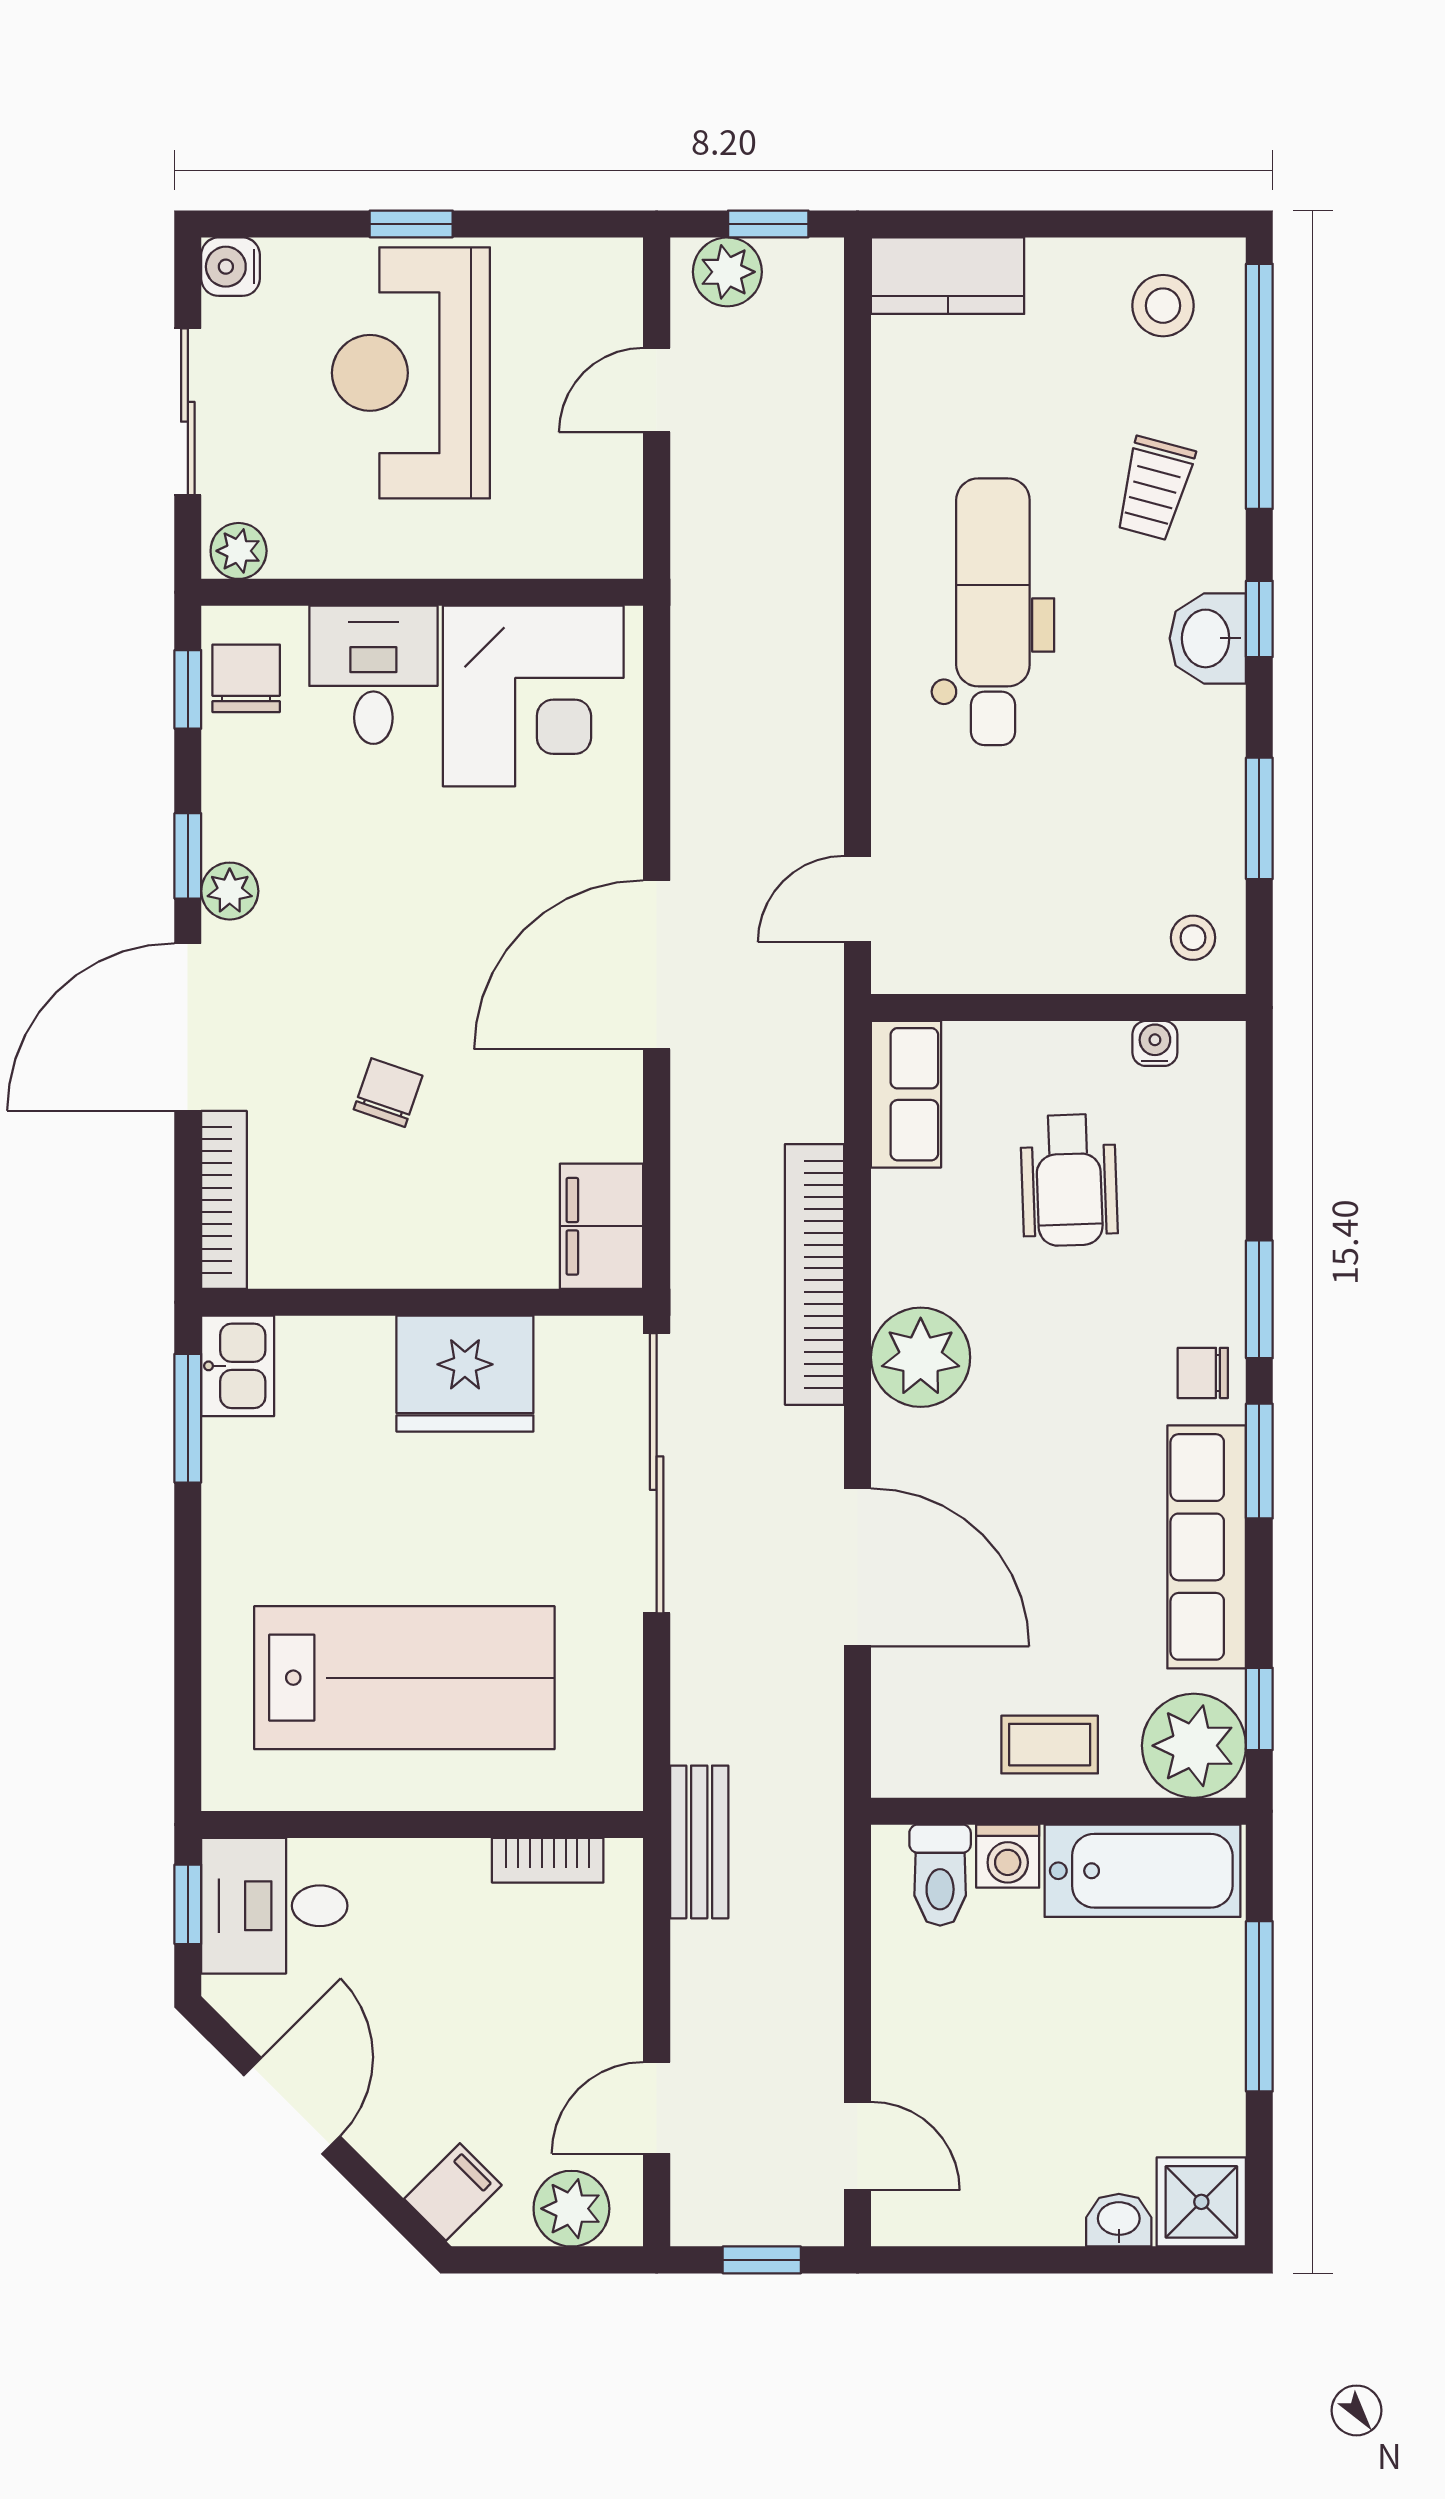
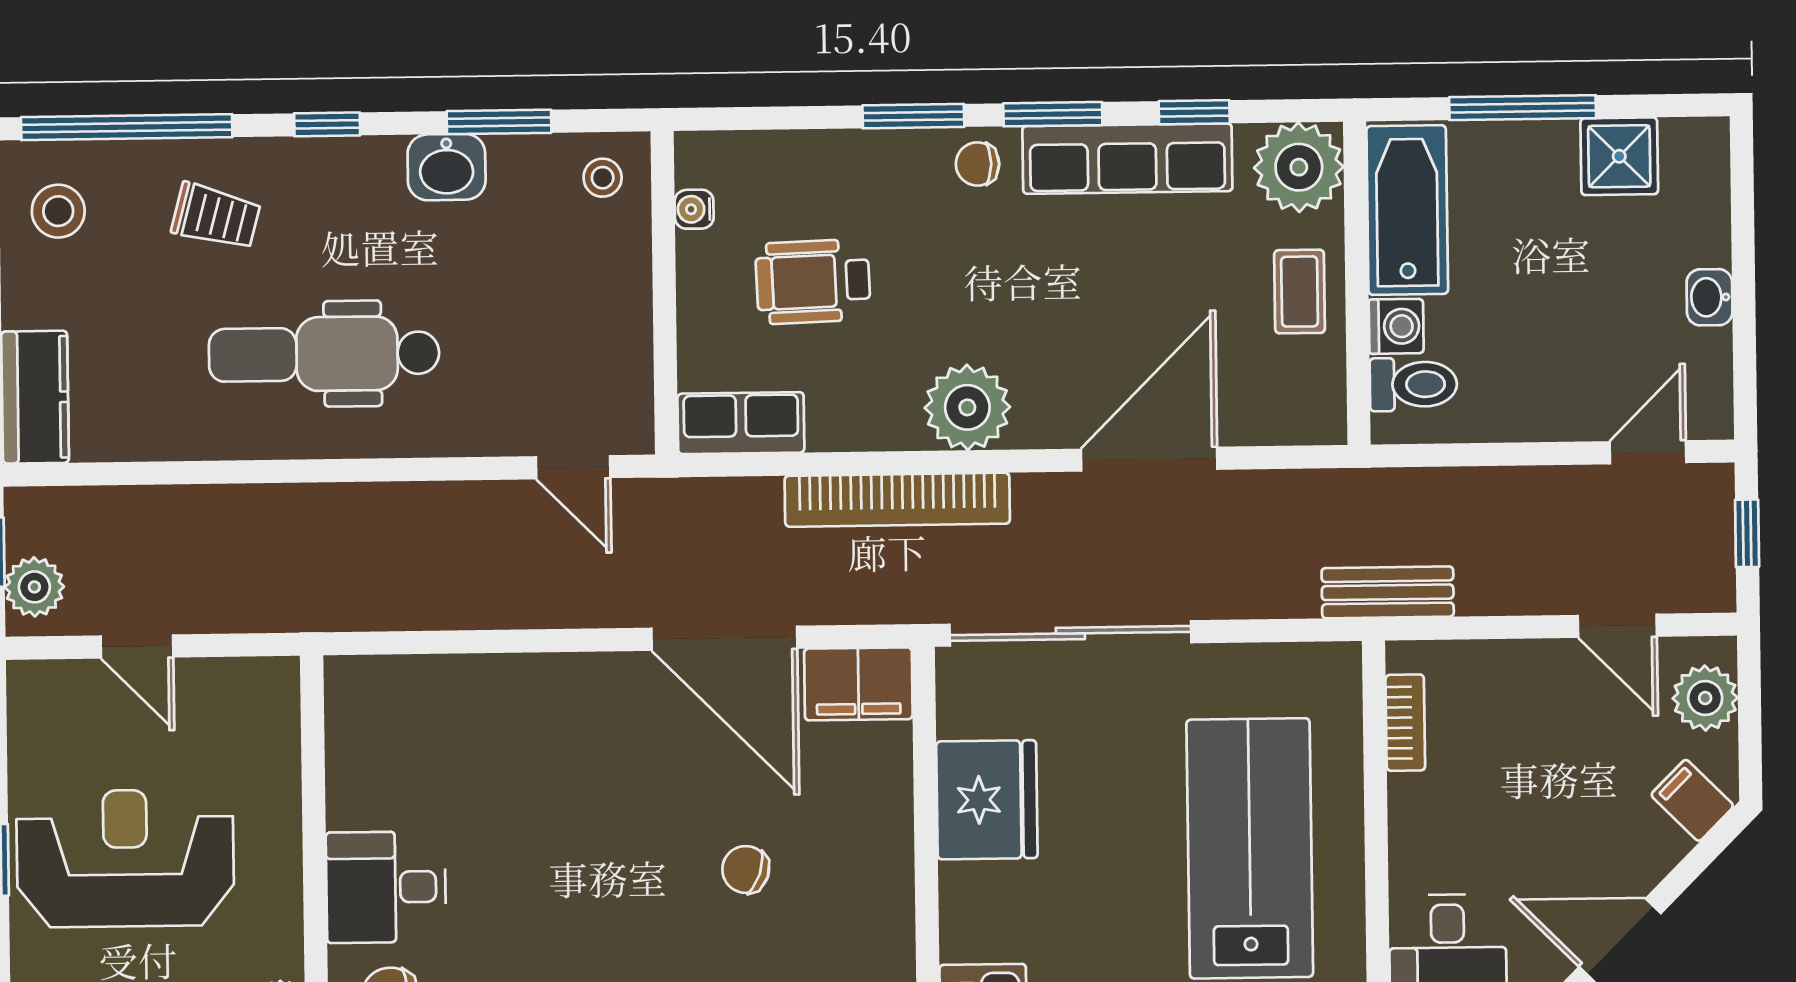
reception desk: (411, 373) -> (125, 858), turned 180
washbasin: (1208, 638) -> (447, 167), moved
corner desk: (533, 696) -> (402, 749), removed
door: (657, 965) -> (724, 638), moved
wheelchair: (1069, 1180) -> (813, 282), turned 180
chair: (1203, 1373) -> (977, 164), turned 90
window: (1259, 1709) -> (1194, 112), moved
shower: (1201, 2202) -> (1619, 156), moved
washbasin: (1119, 2220) -> (1710, 297), moved

